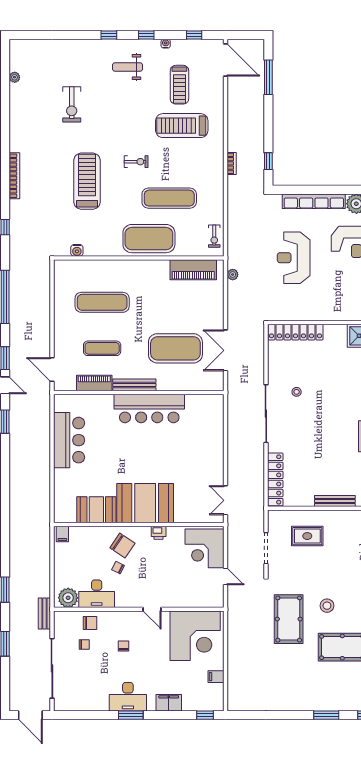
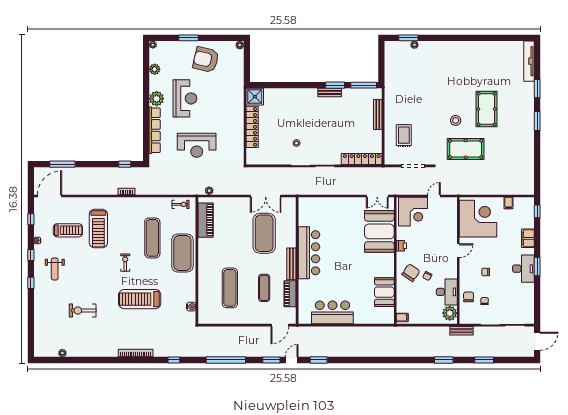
exercise bike: (72, 104) -> (83, 310), turned 180
locker: (296, 332) -> (252, 127), moved
booth: (145, 503) -> (379, 231), moved

